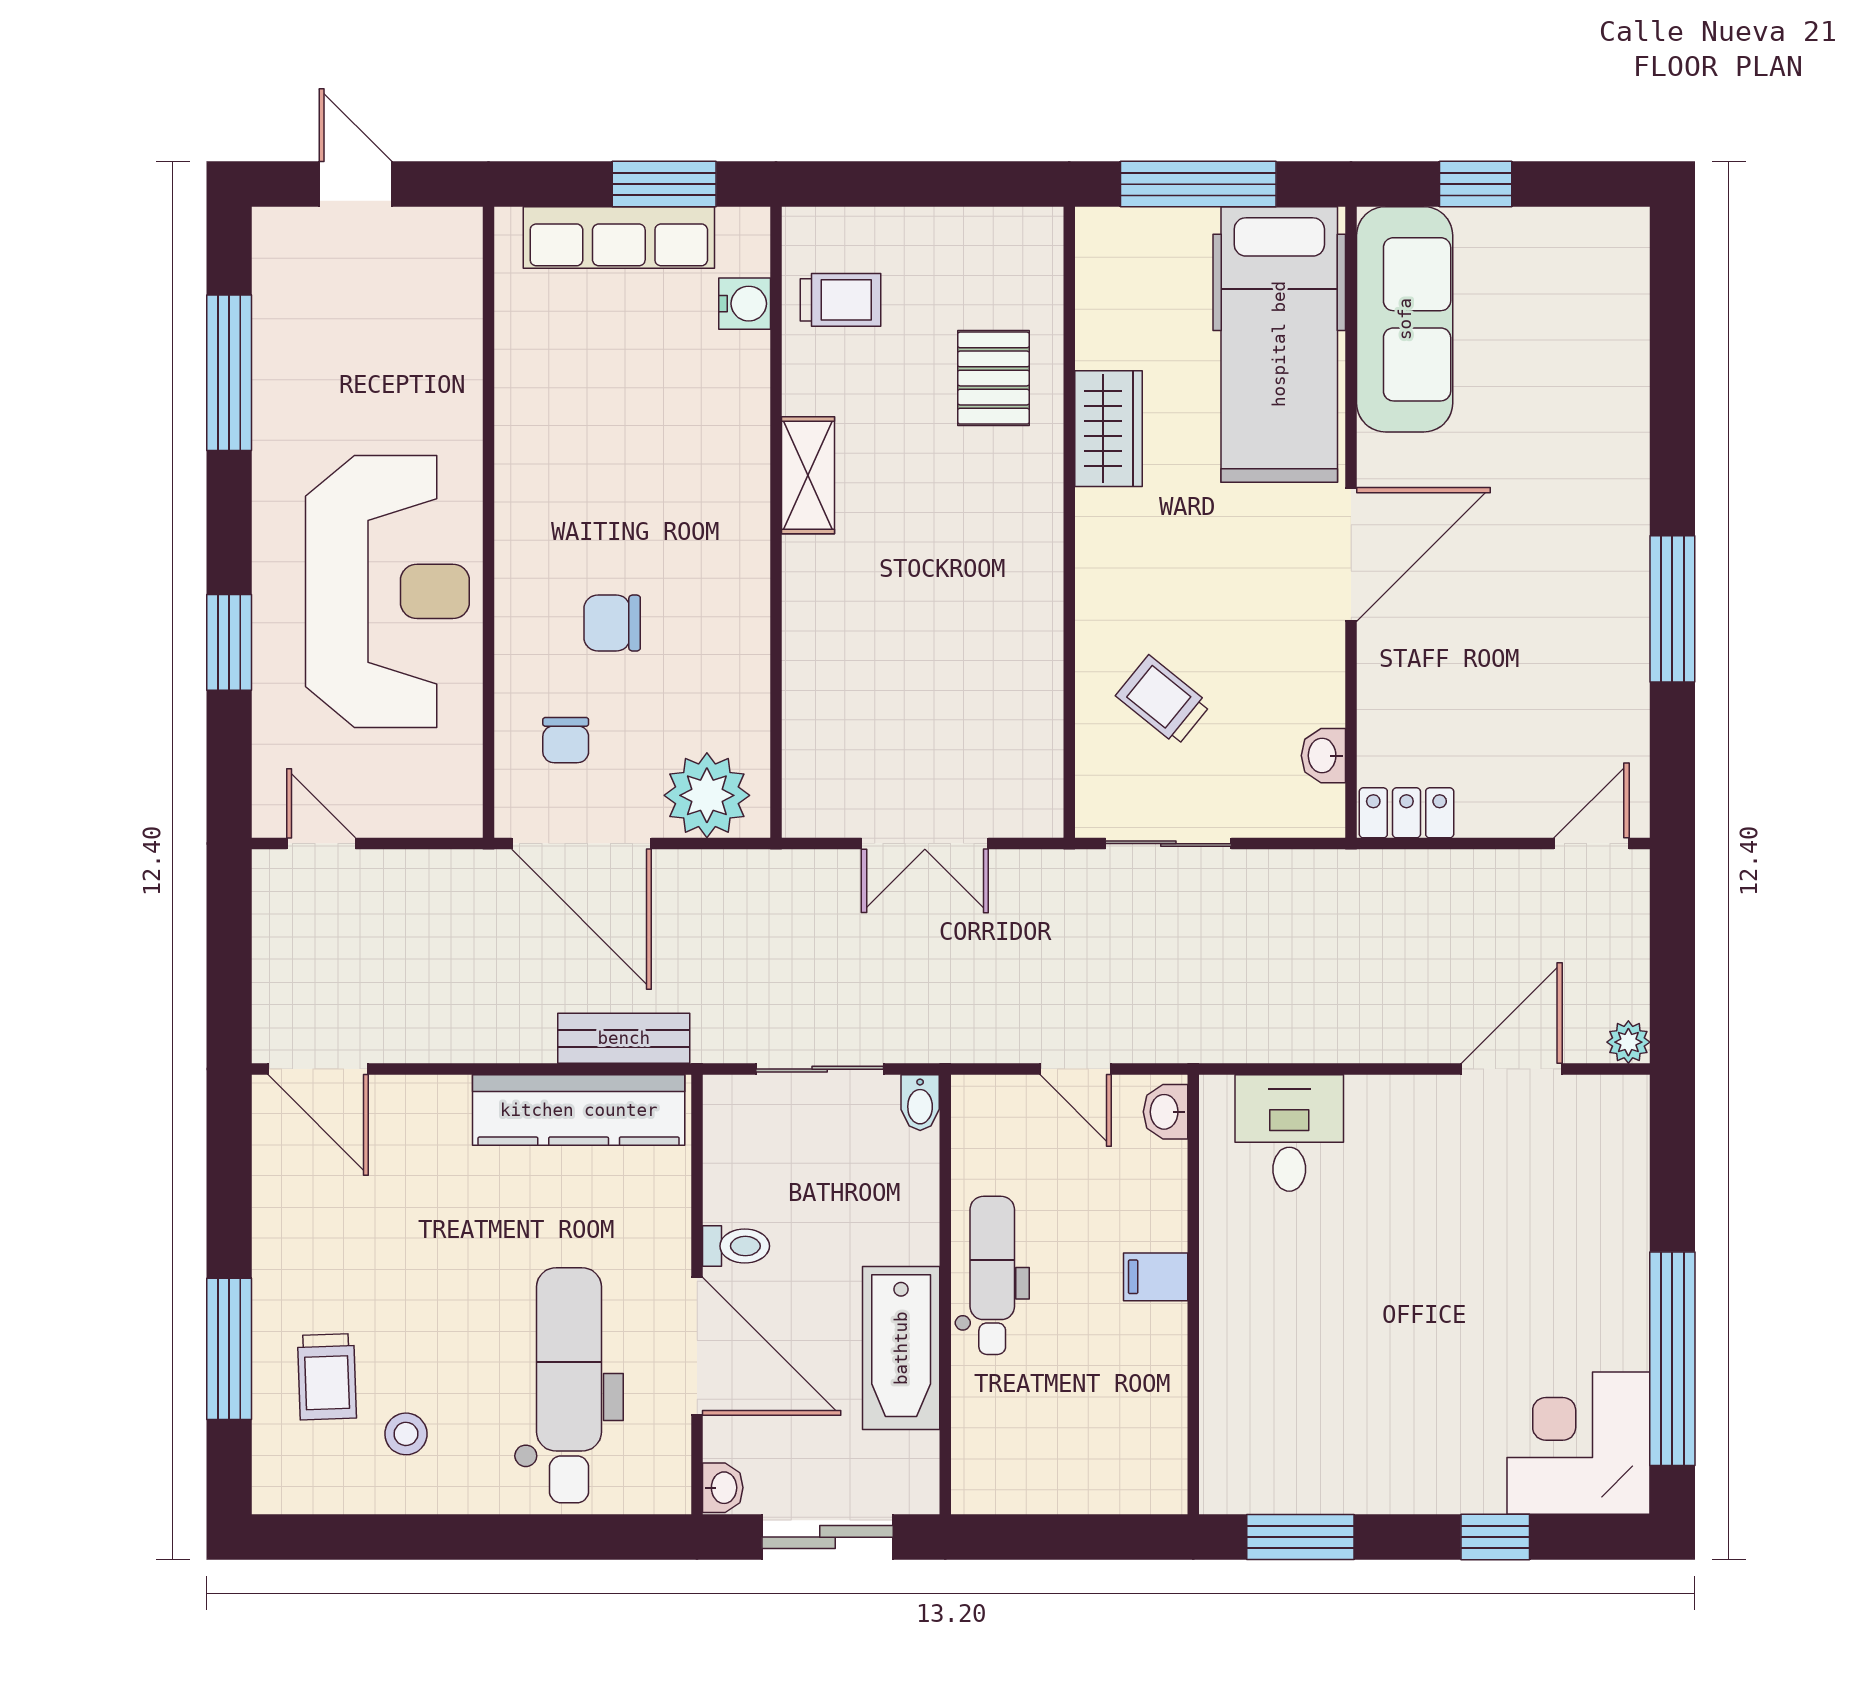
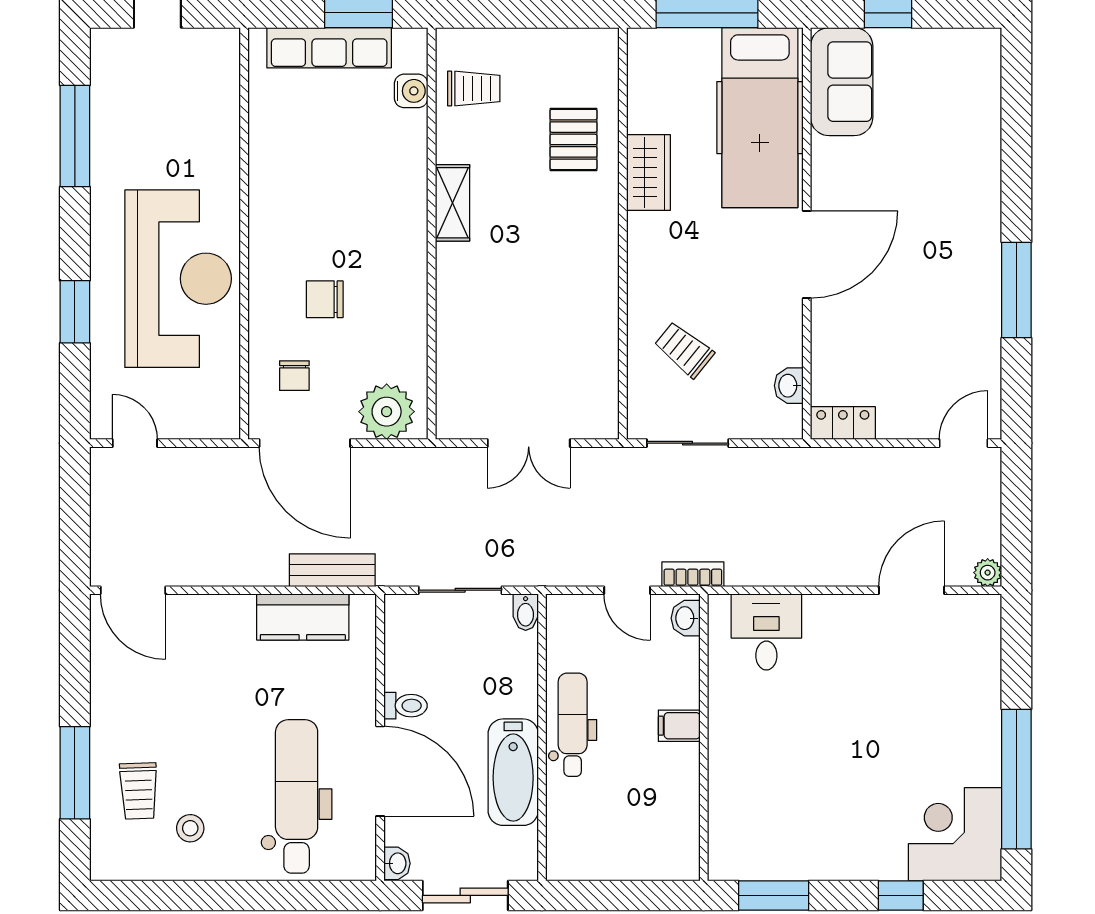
sofa: (1405, 319) -> (842, 82), width x0.73
bookcase: (1177, 1044) -> (693, 574), added
kitchen counter: (579, 1110) -> (303, 617), width x0.67

